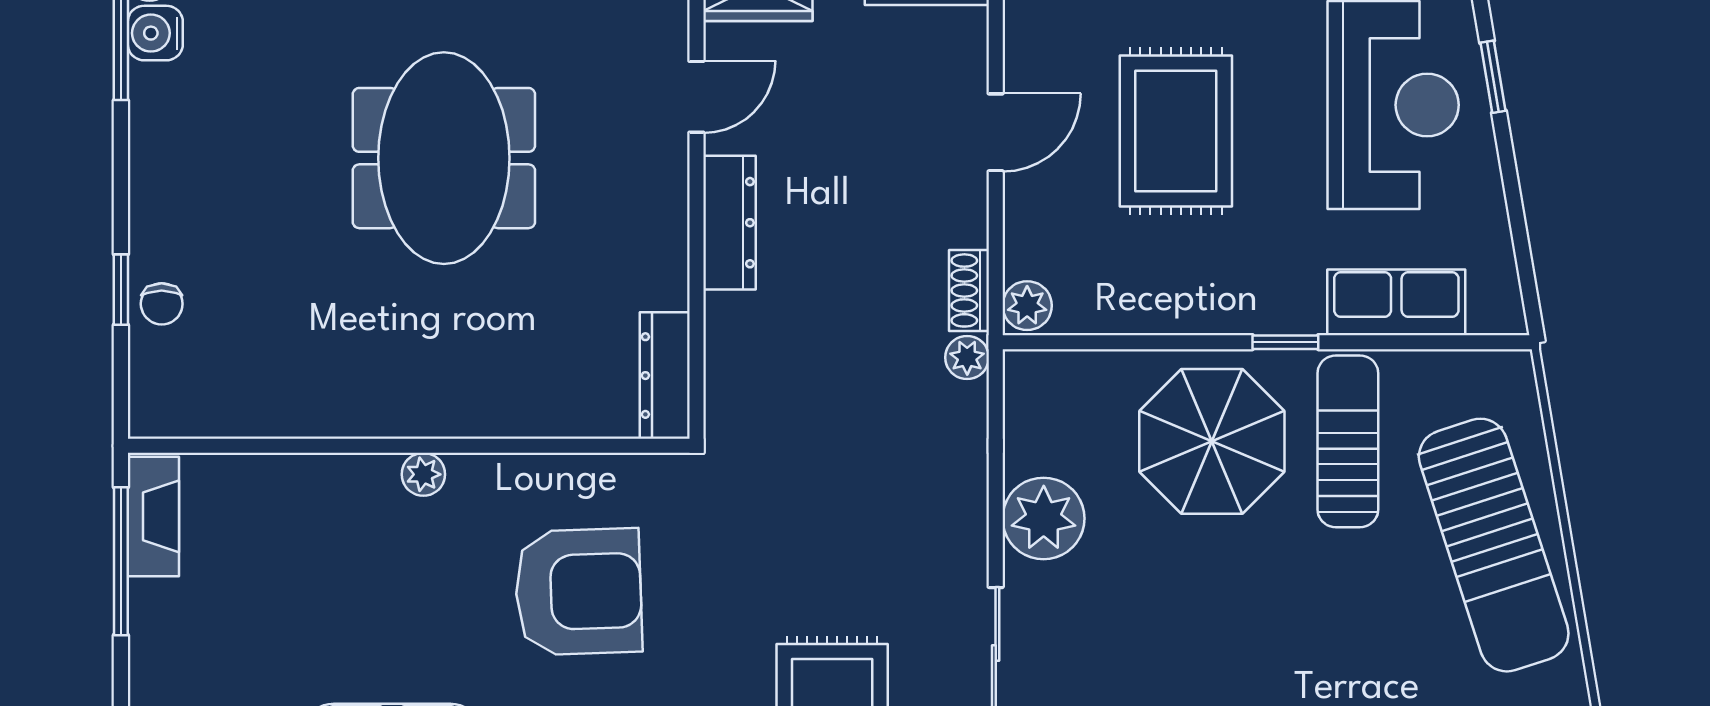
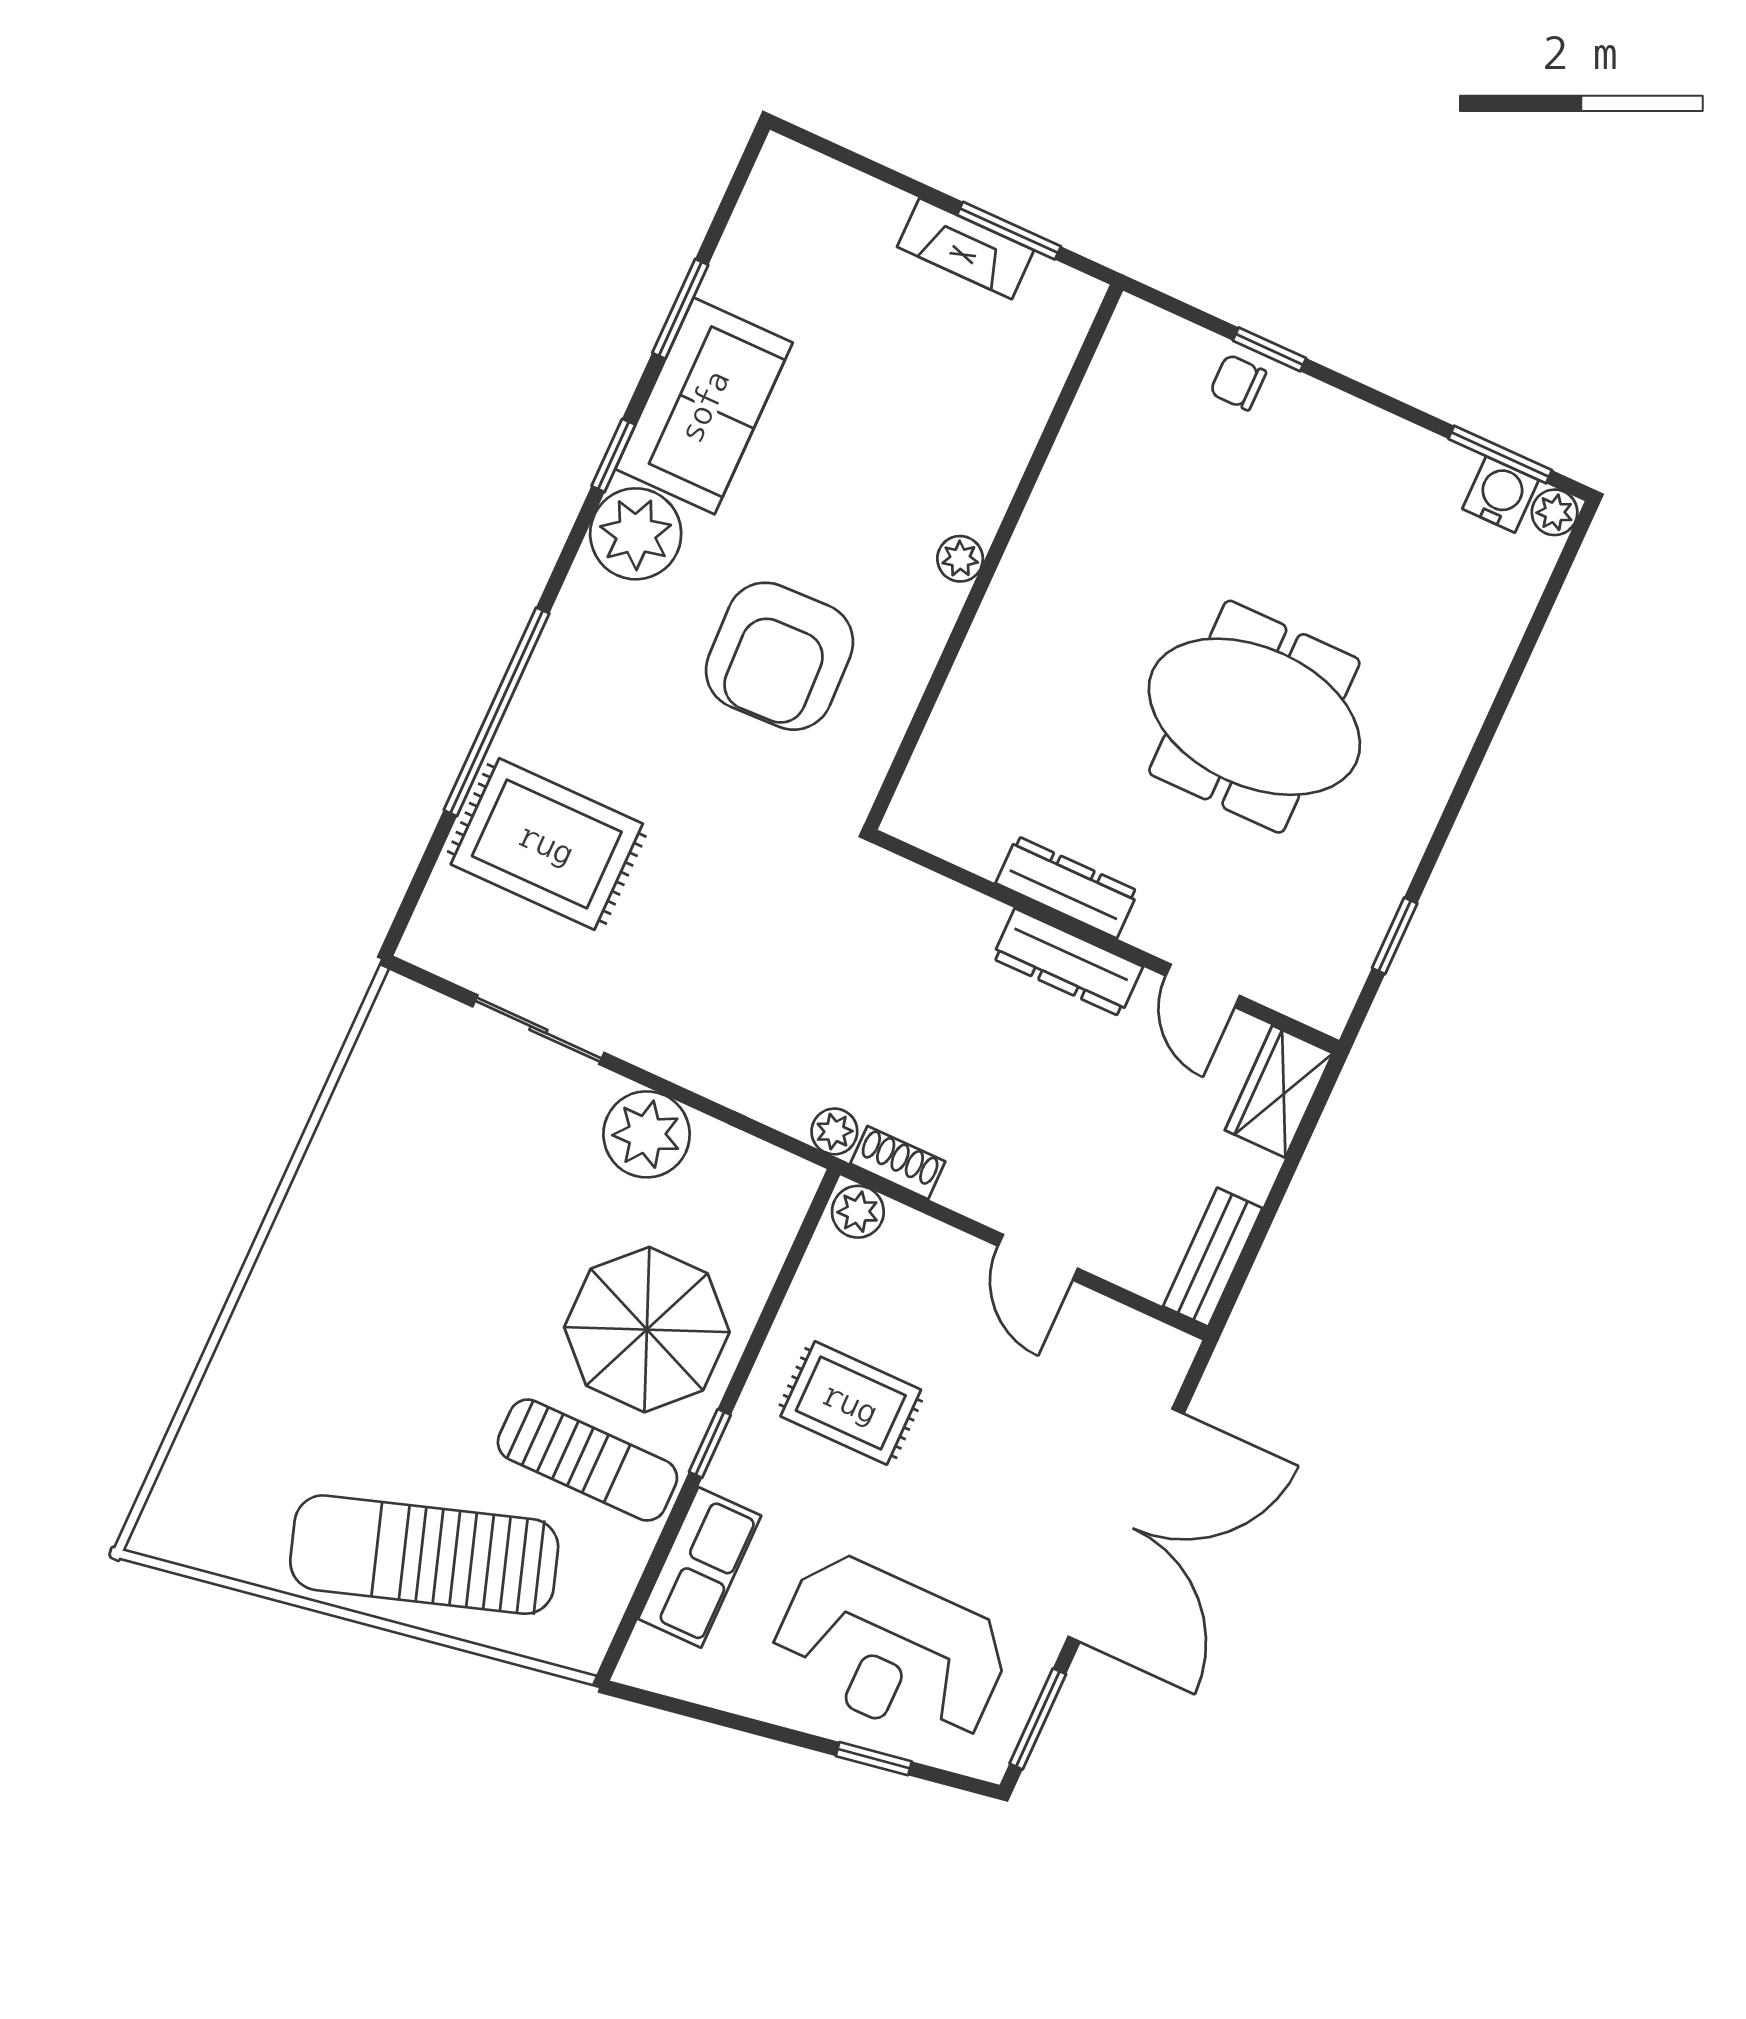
rug: (1176, 131) -> (851, 1403), moved, width x0.73, depth x0.70
dresser: (665, 376) -> (1067, 887), moved
fireplace: (153, 516) -> (966, 249), moved
window: (121, 561) -> (1009, 231), width x0.69

